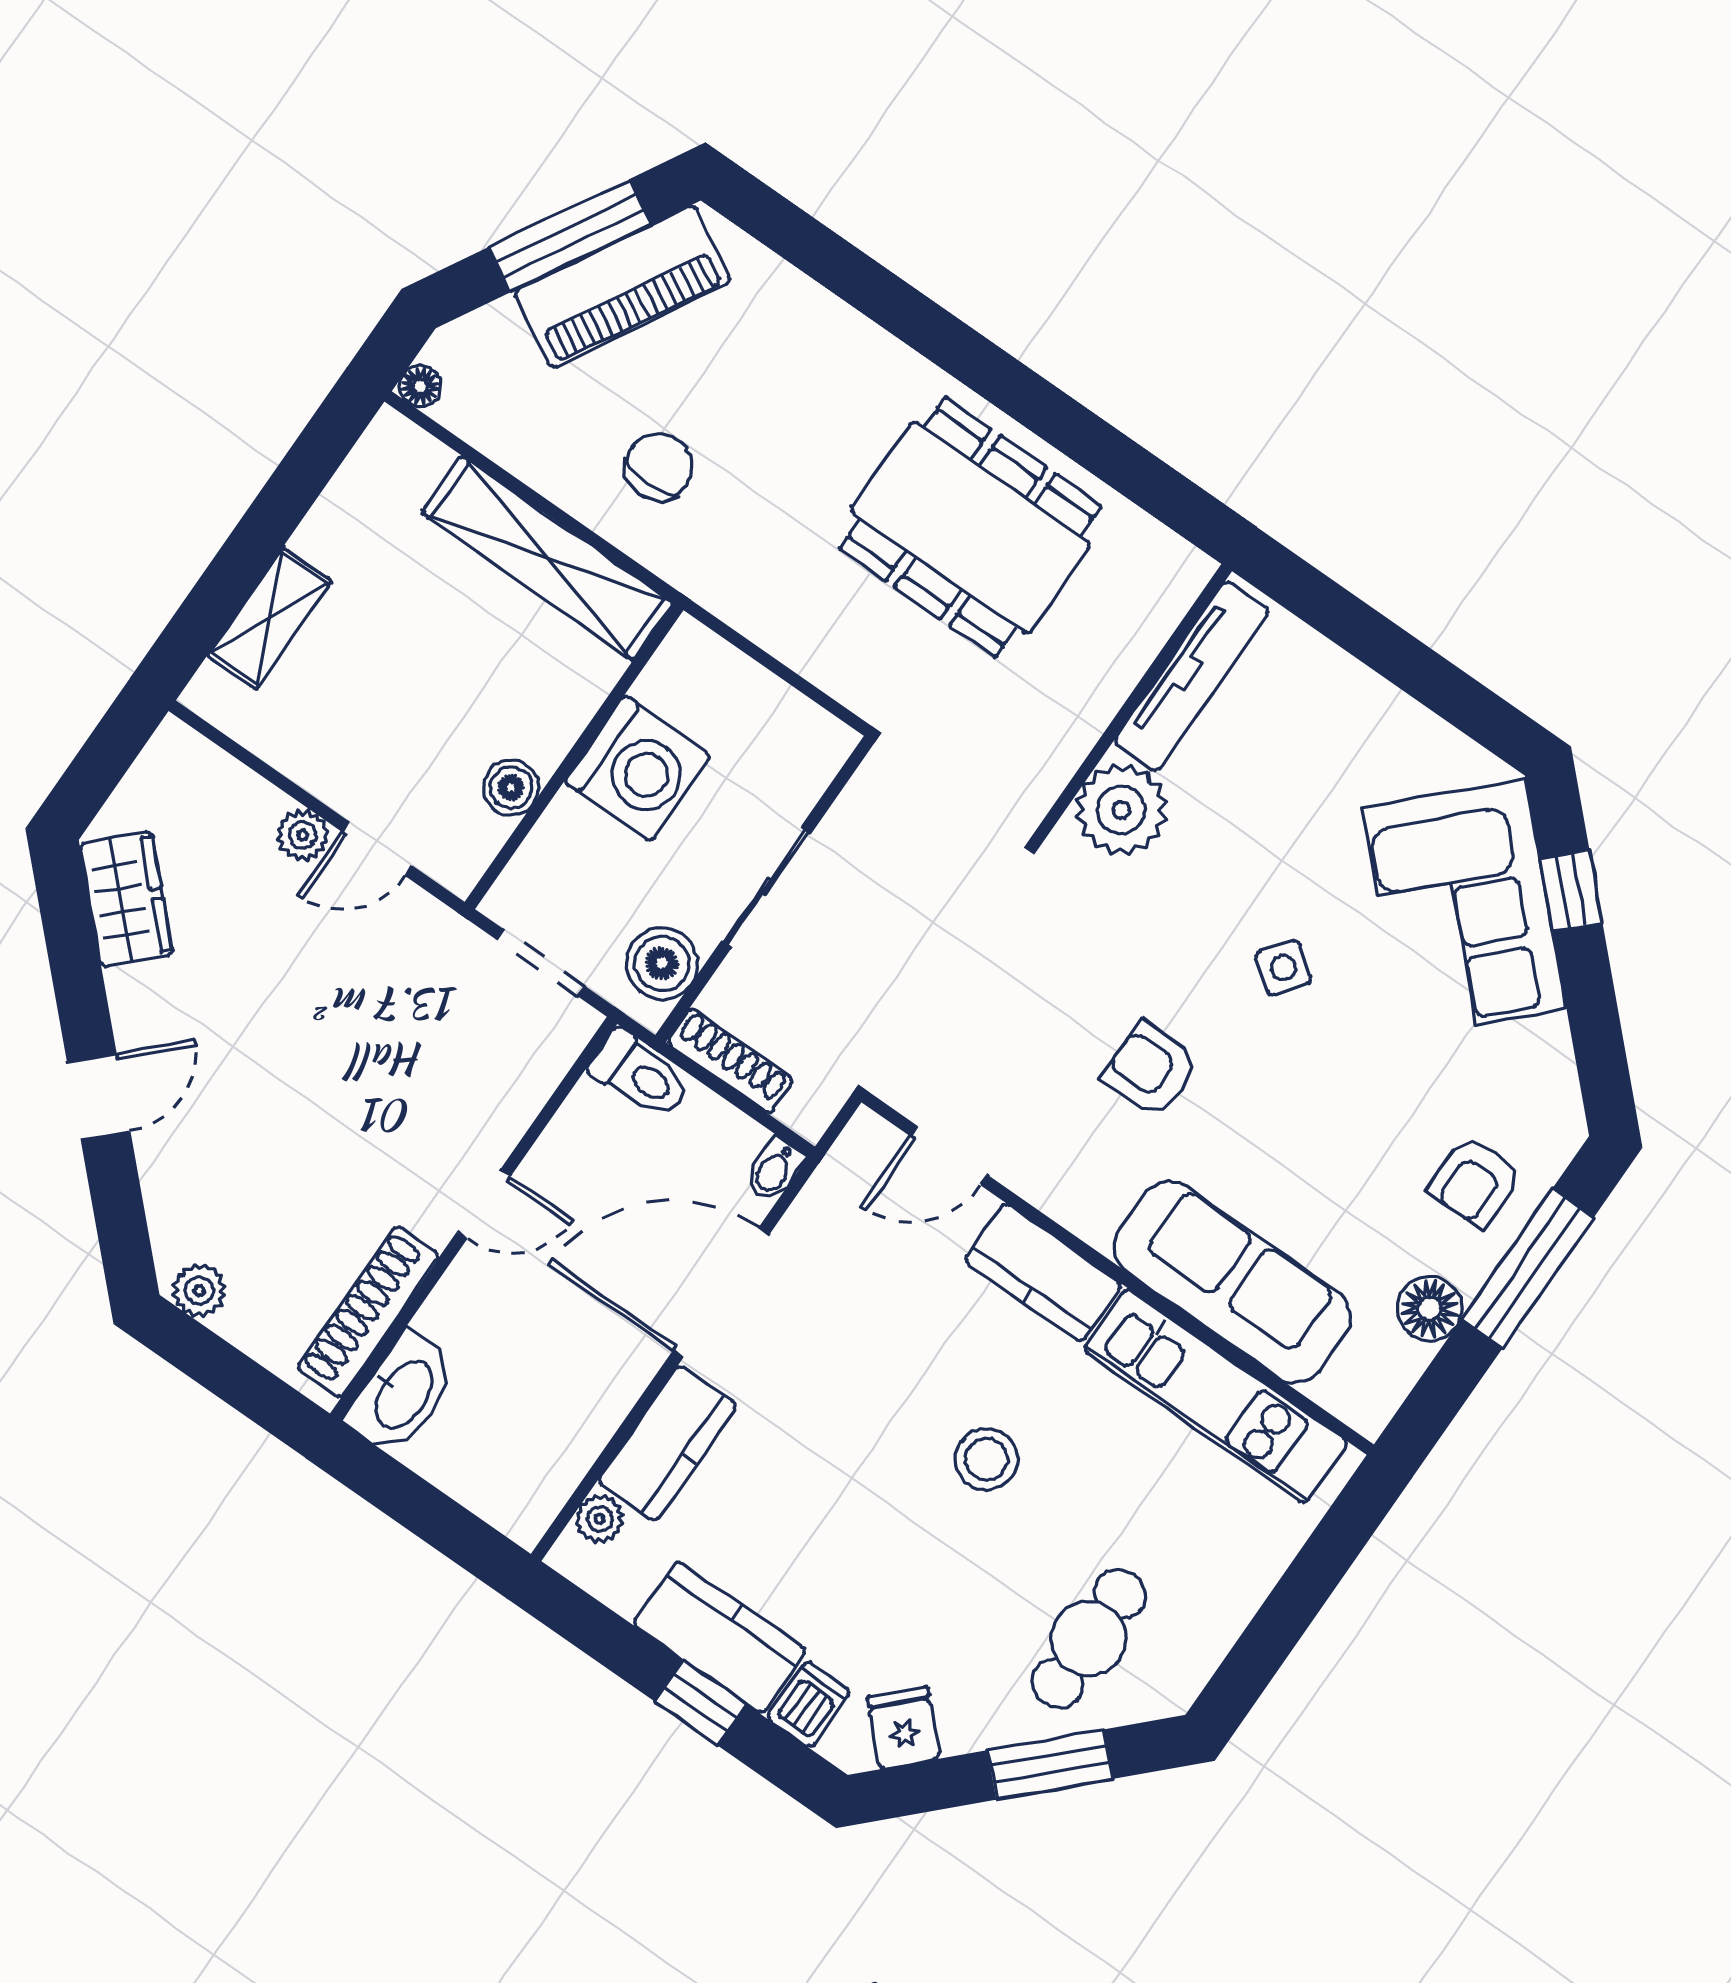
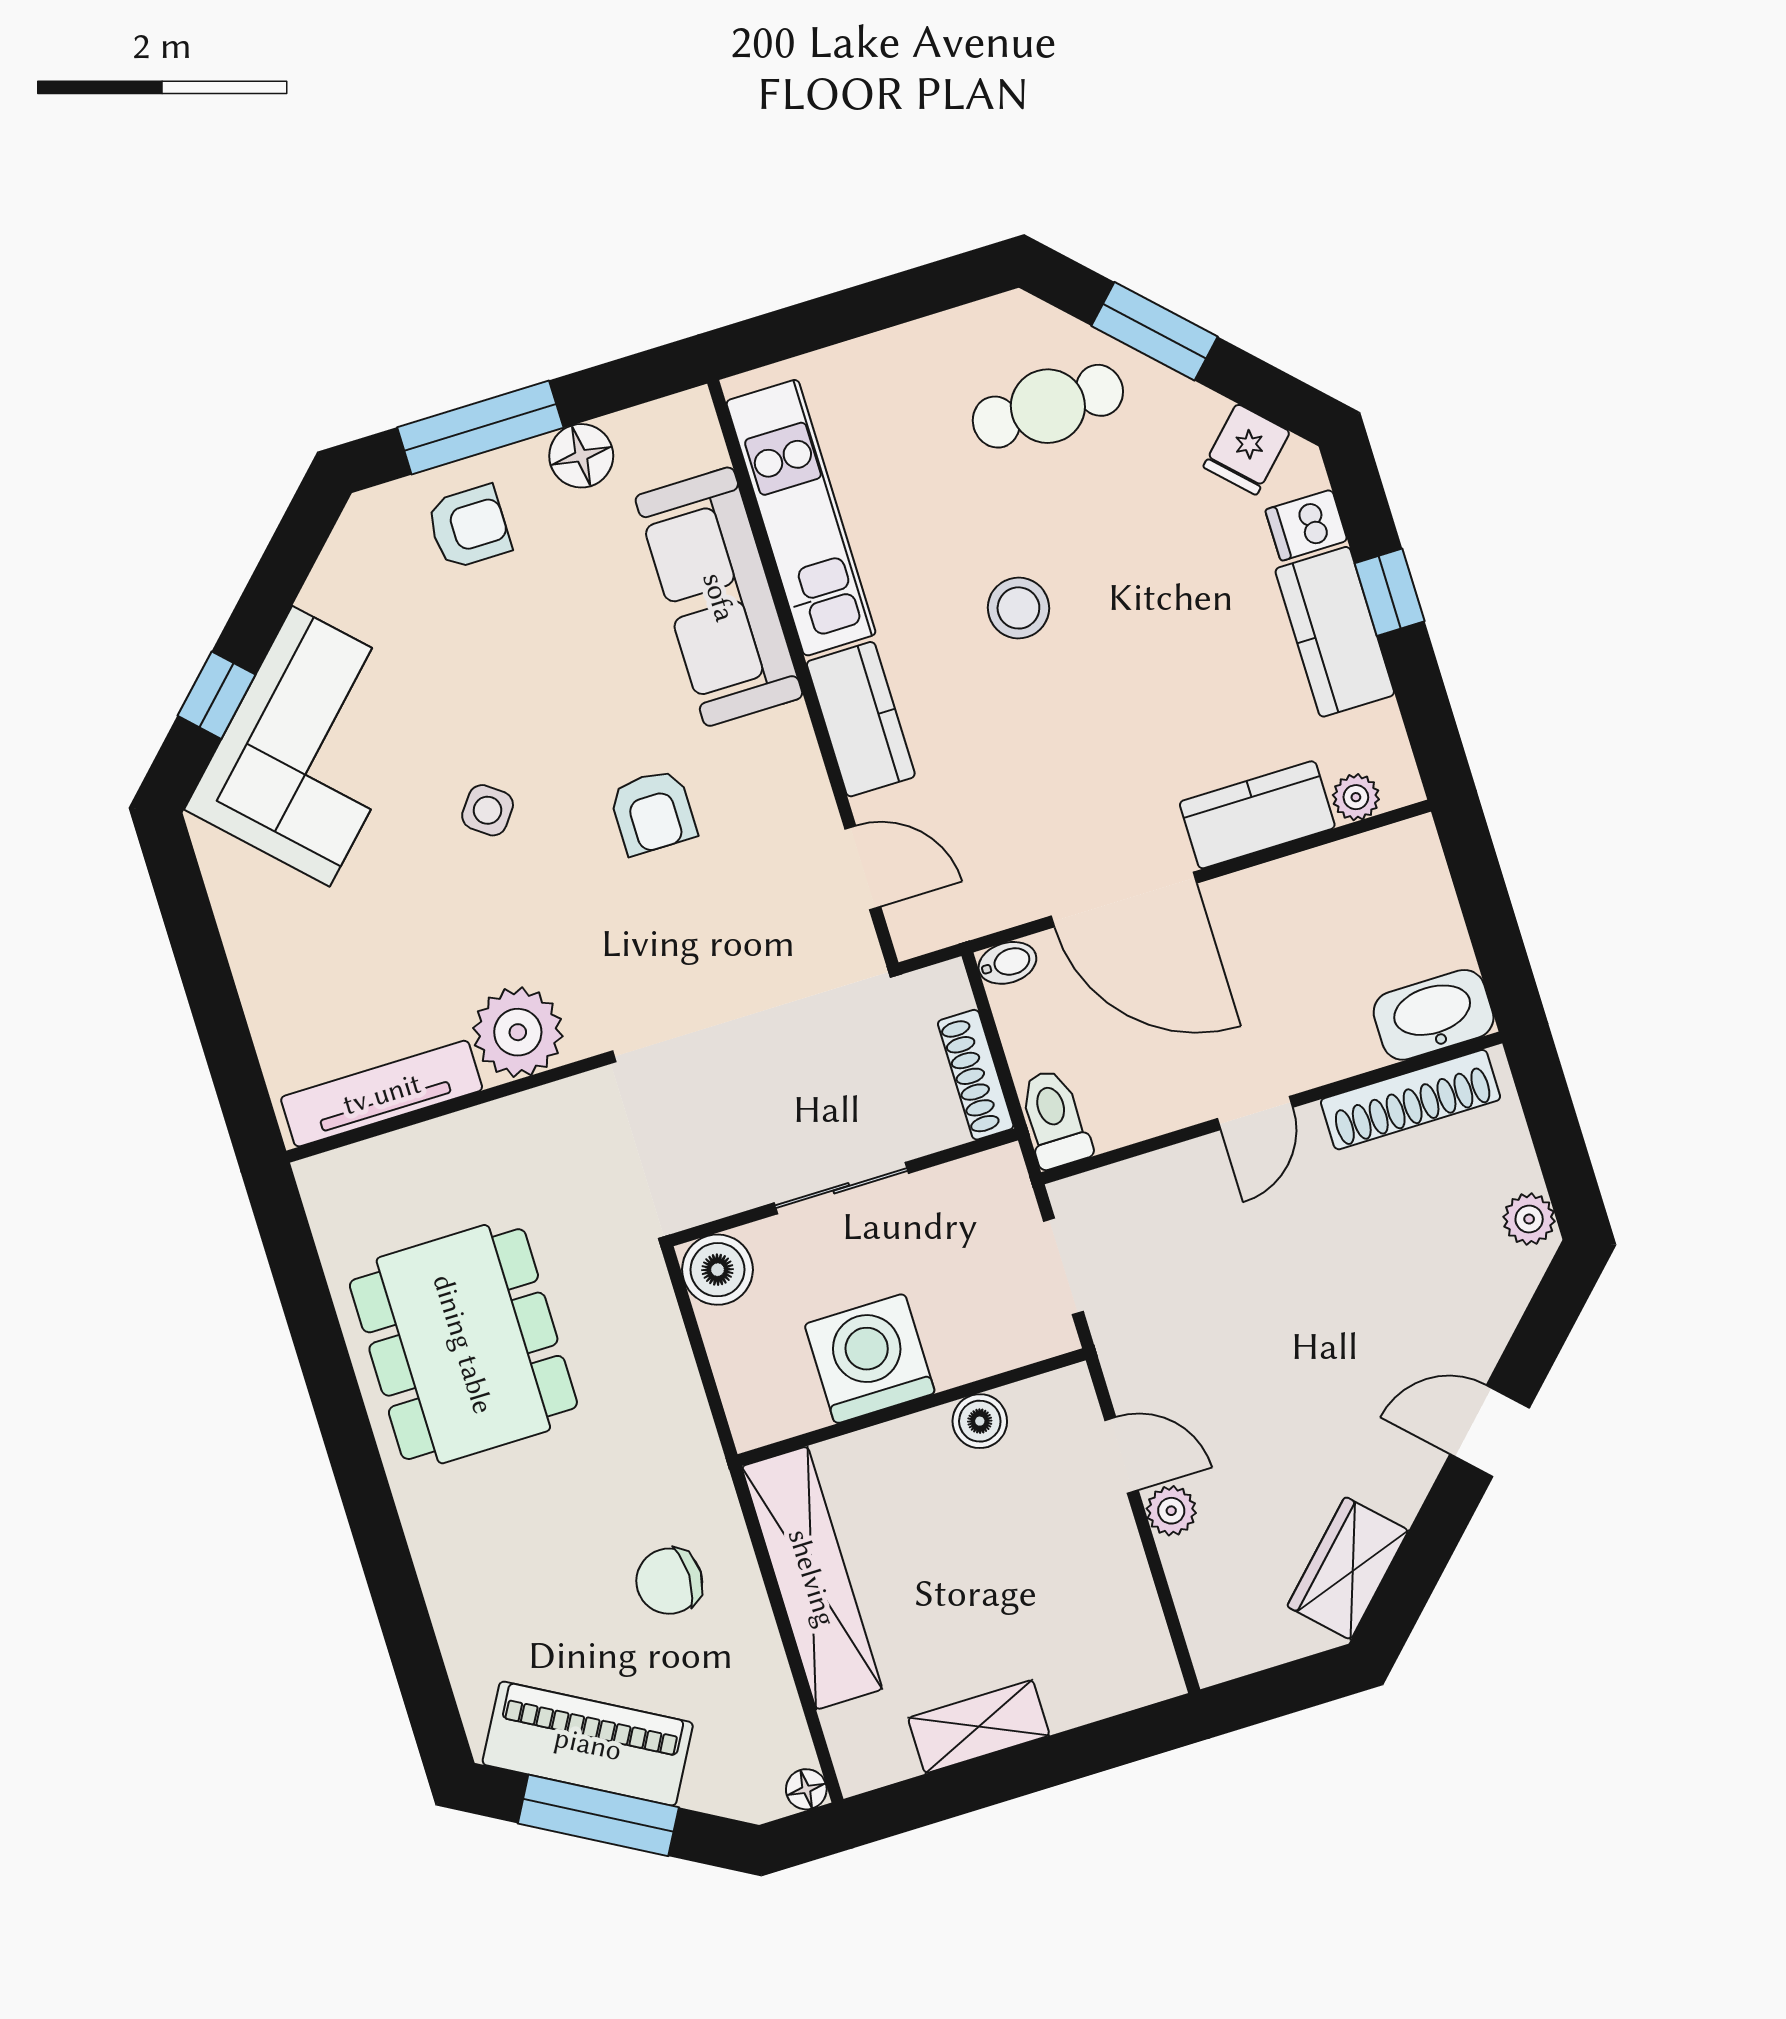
shelving: (269, 618) -> (979, 1727), moved
boiler: (662, 963) -> (717, 1270), moved
door: (484, 1204) -> (1255, 1113), swing flipped

